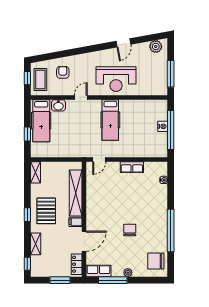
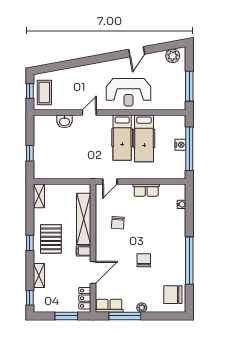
armchair: (63, 72) -> (69, 85), removed
hospital bed: (41, 121) -> (144, 138), moved
chair: (106, 196) -> (118, 223), added

